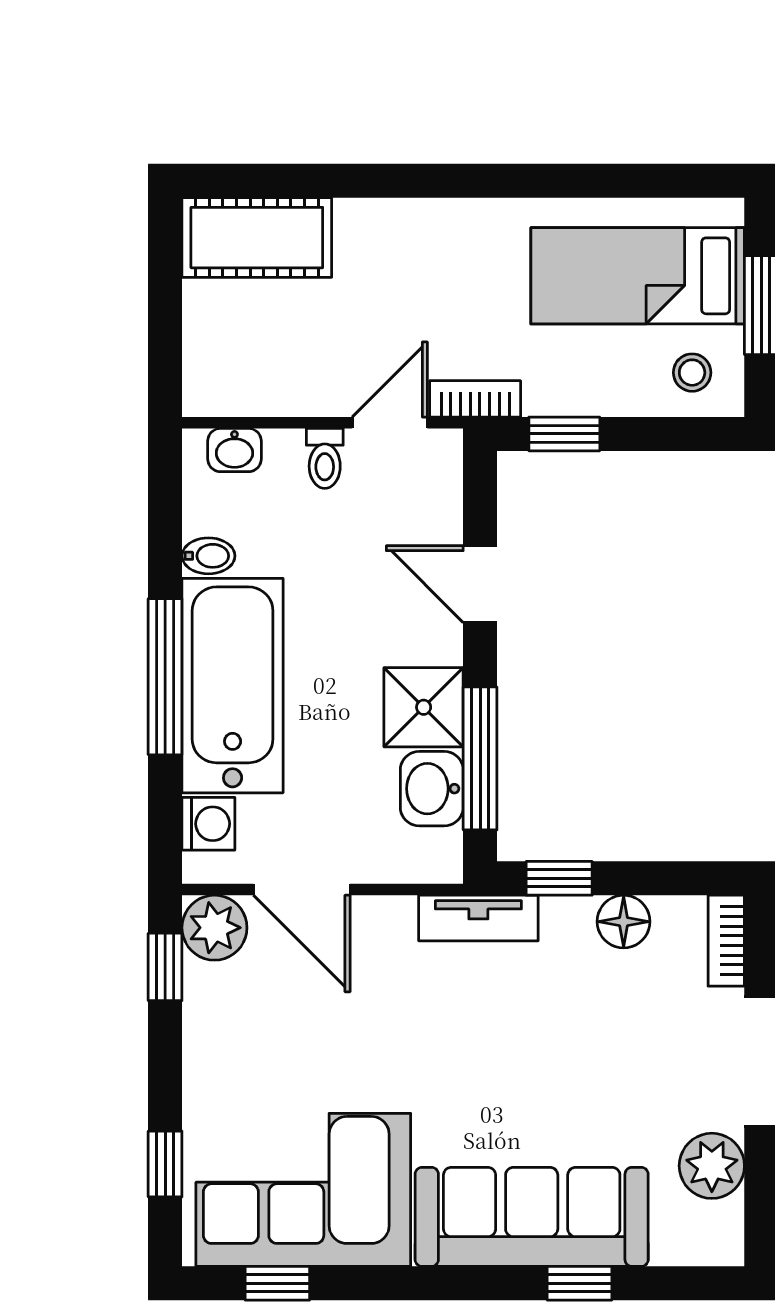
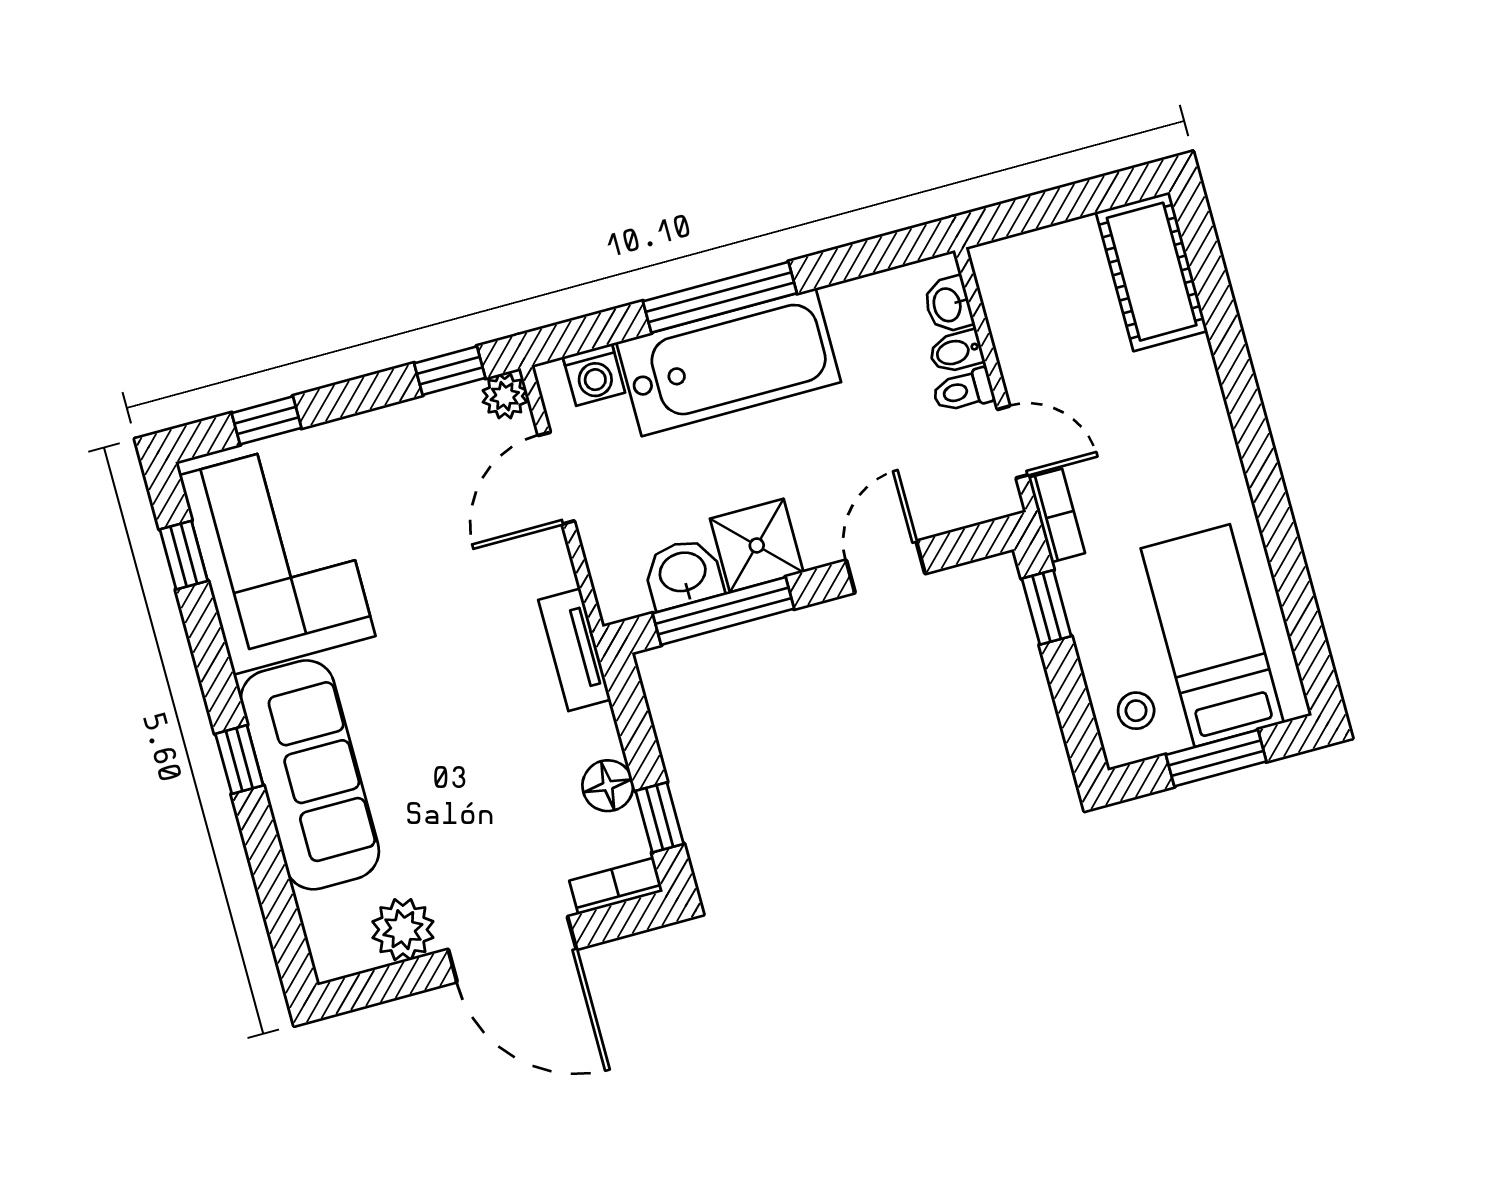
bidet: (208, 556) -> (956, 352), moved, turned 90
window: (559, 878) -> (660, 817), moved
plant: (214, 928) -> (505, 396), width x0.73, depth x0.73
window: (579, 1283) -> (239, 760), moved

